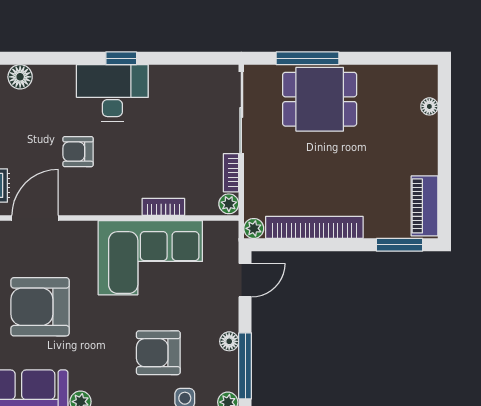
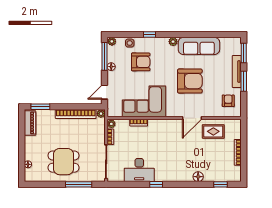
desk: (112, 93) -> (139, 170), moved
dining table: (320, 99) -> (64, 162), moved
armchair: (78, 152) -> (174, 146), removed

